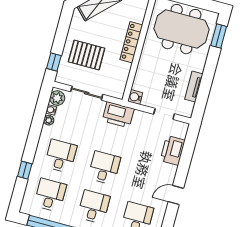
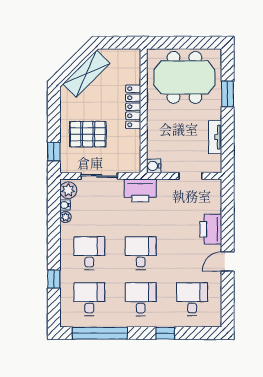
window: (219, 36) -> (228, 94), moved
printer: (173, 150) -> (211, 229), moved

